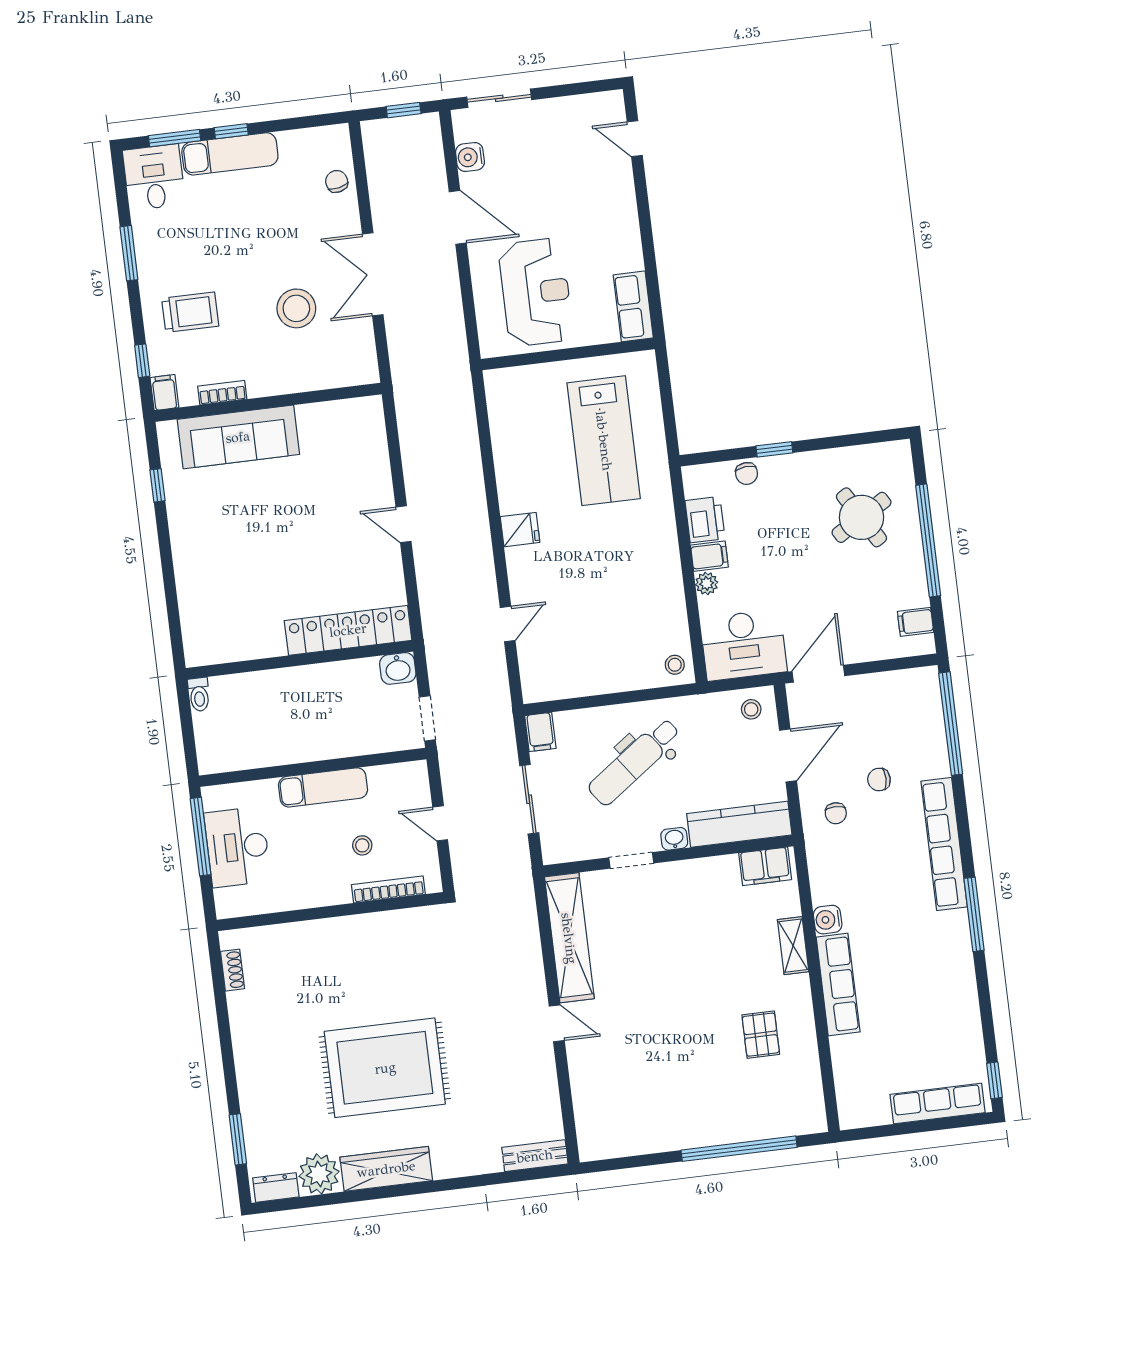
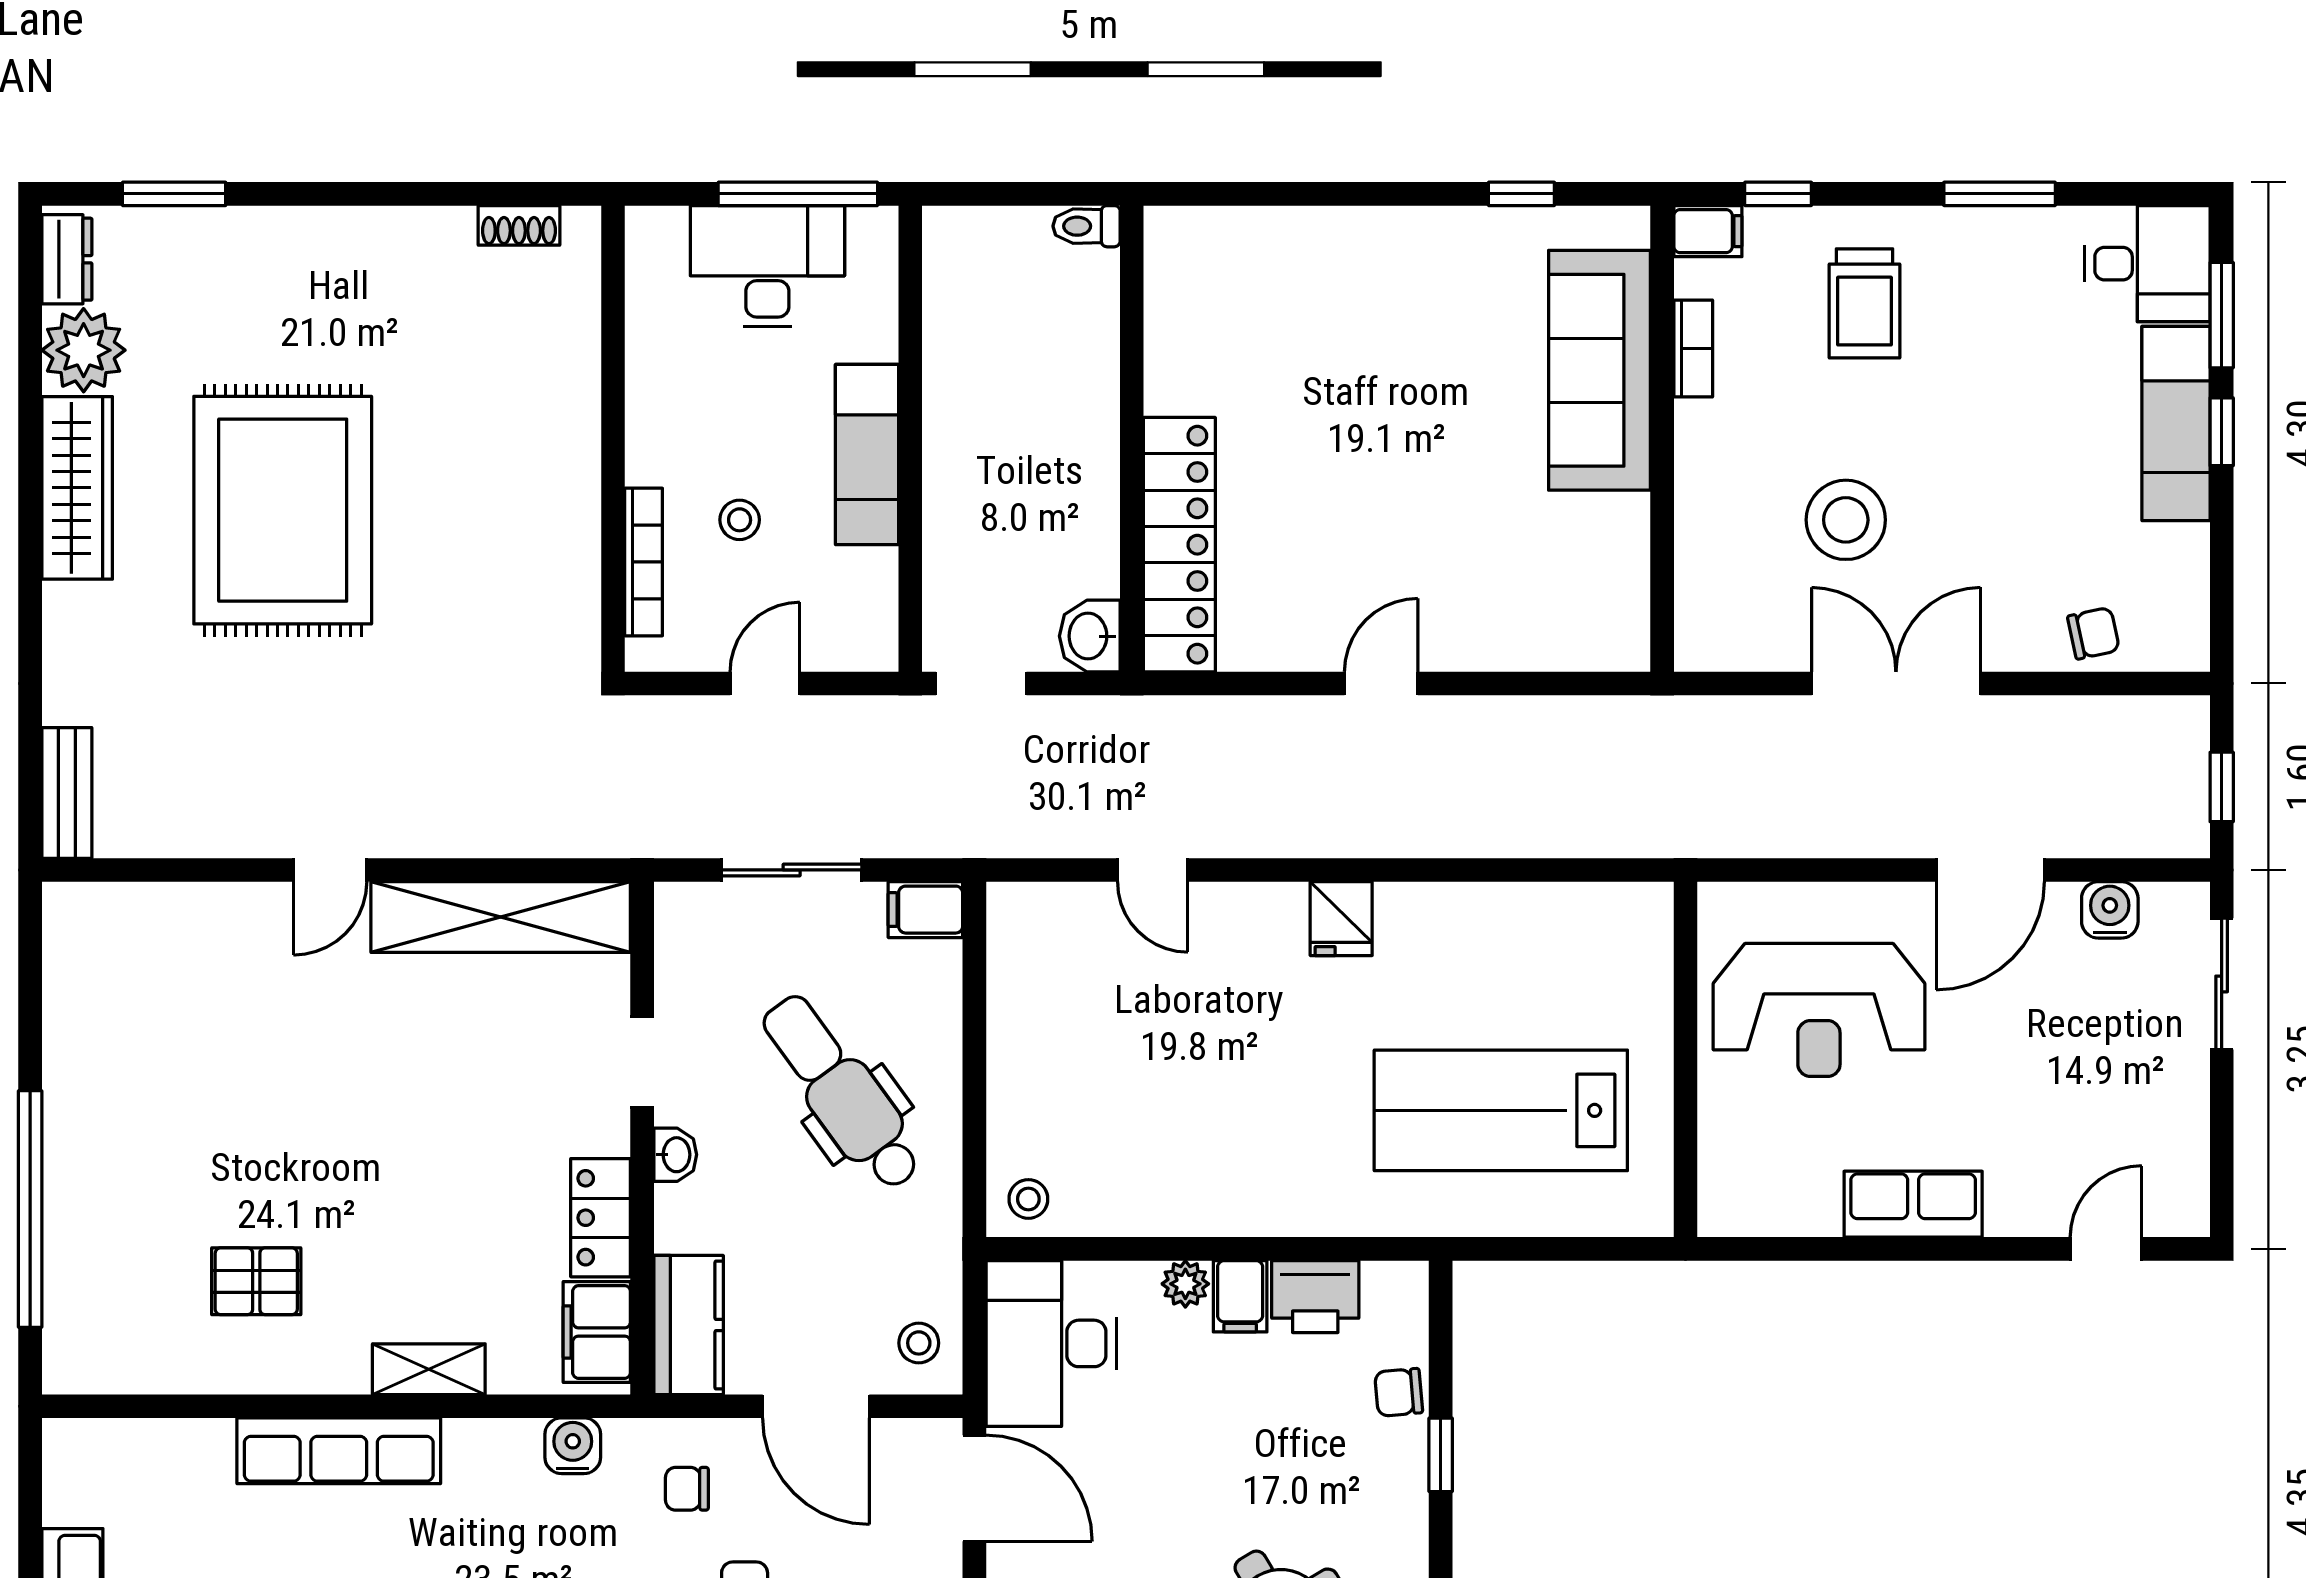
row of seats: (633, 306) -> (1913, 1204), moved
kitchen counter: (739, 824) -> (689, 1325), width x0.67
locker: (709, 871) -> (601, 1218), added
water cooler: (828, 920) -> (573, 1446), moved

